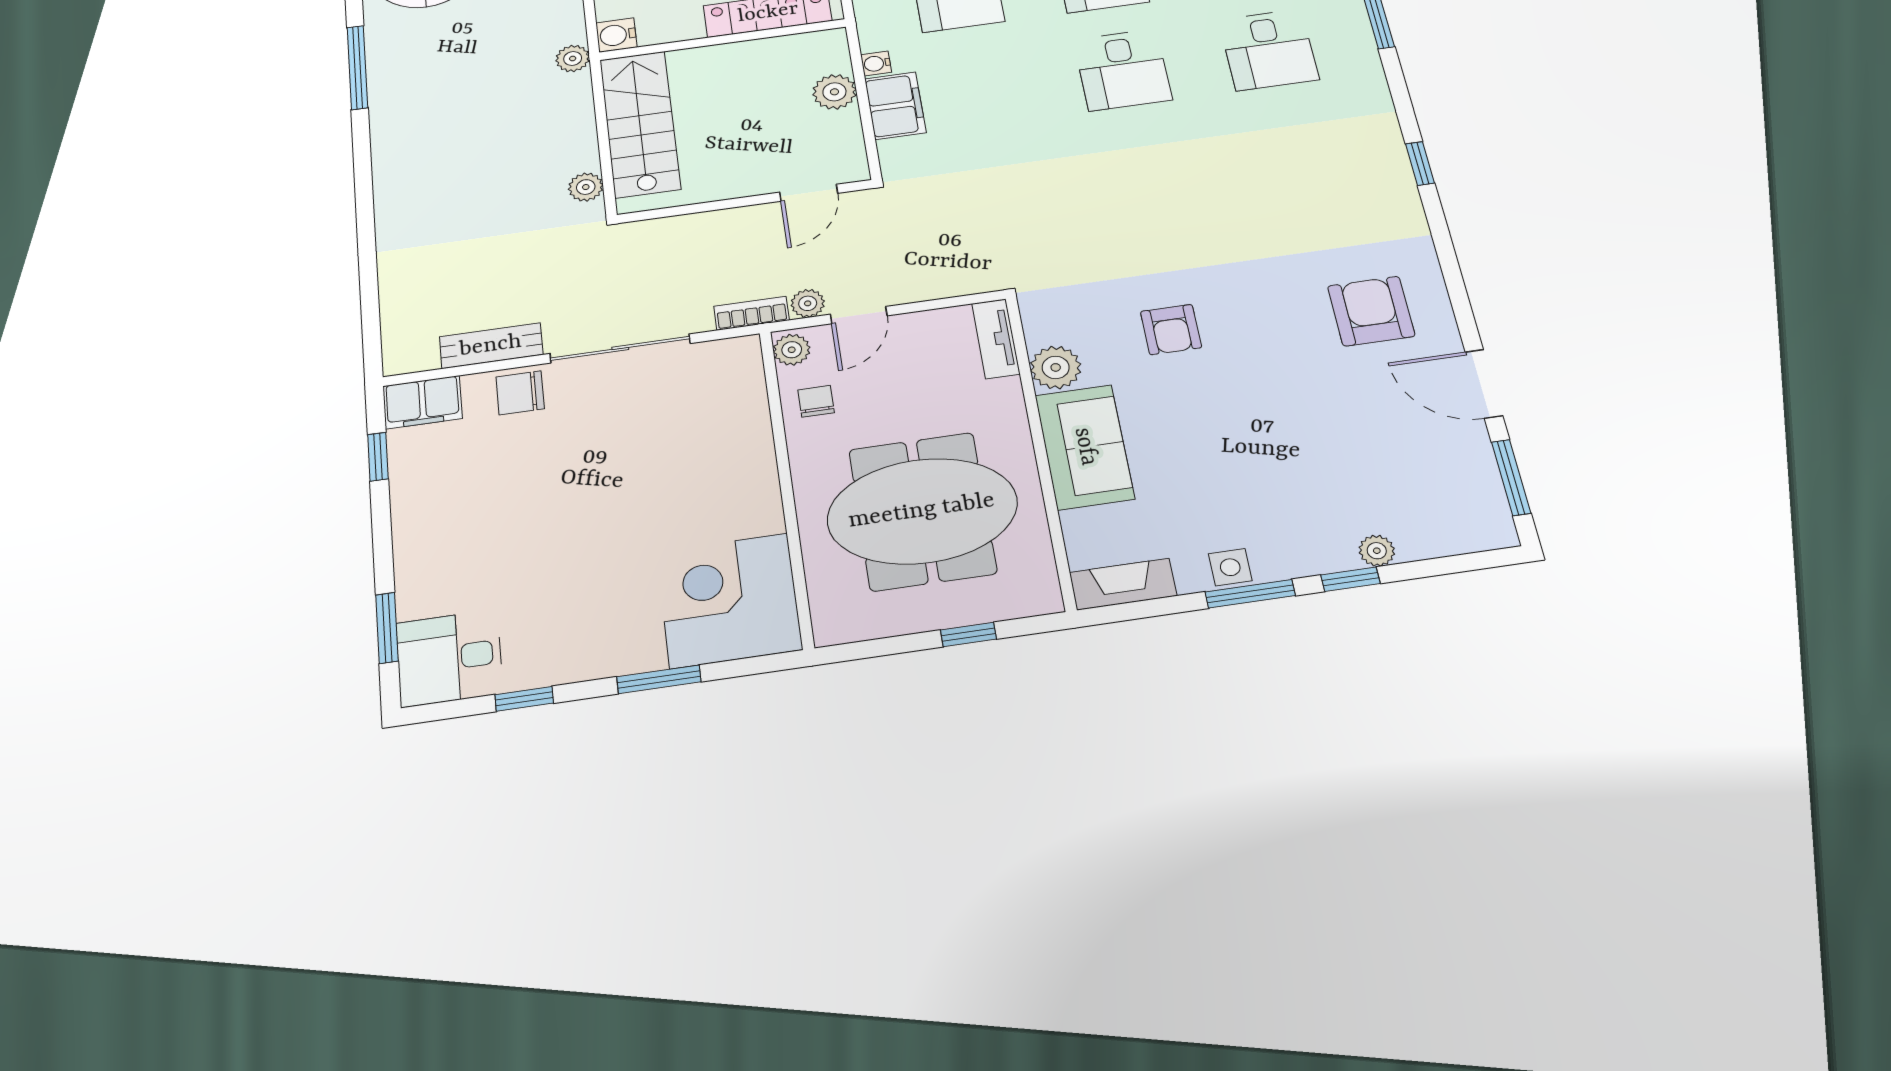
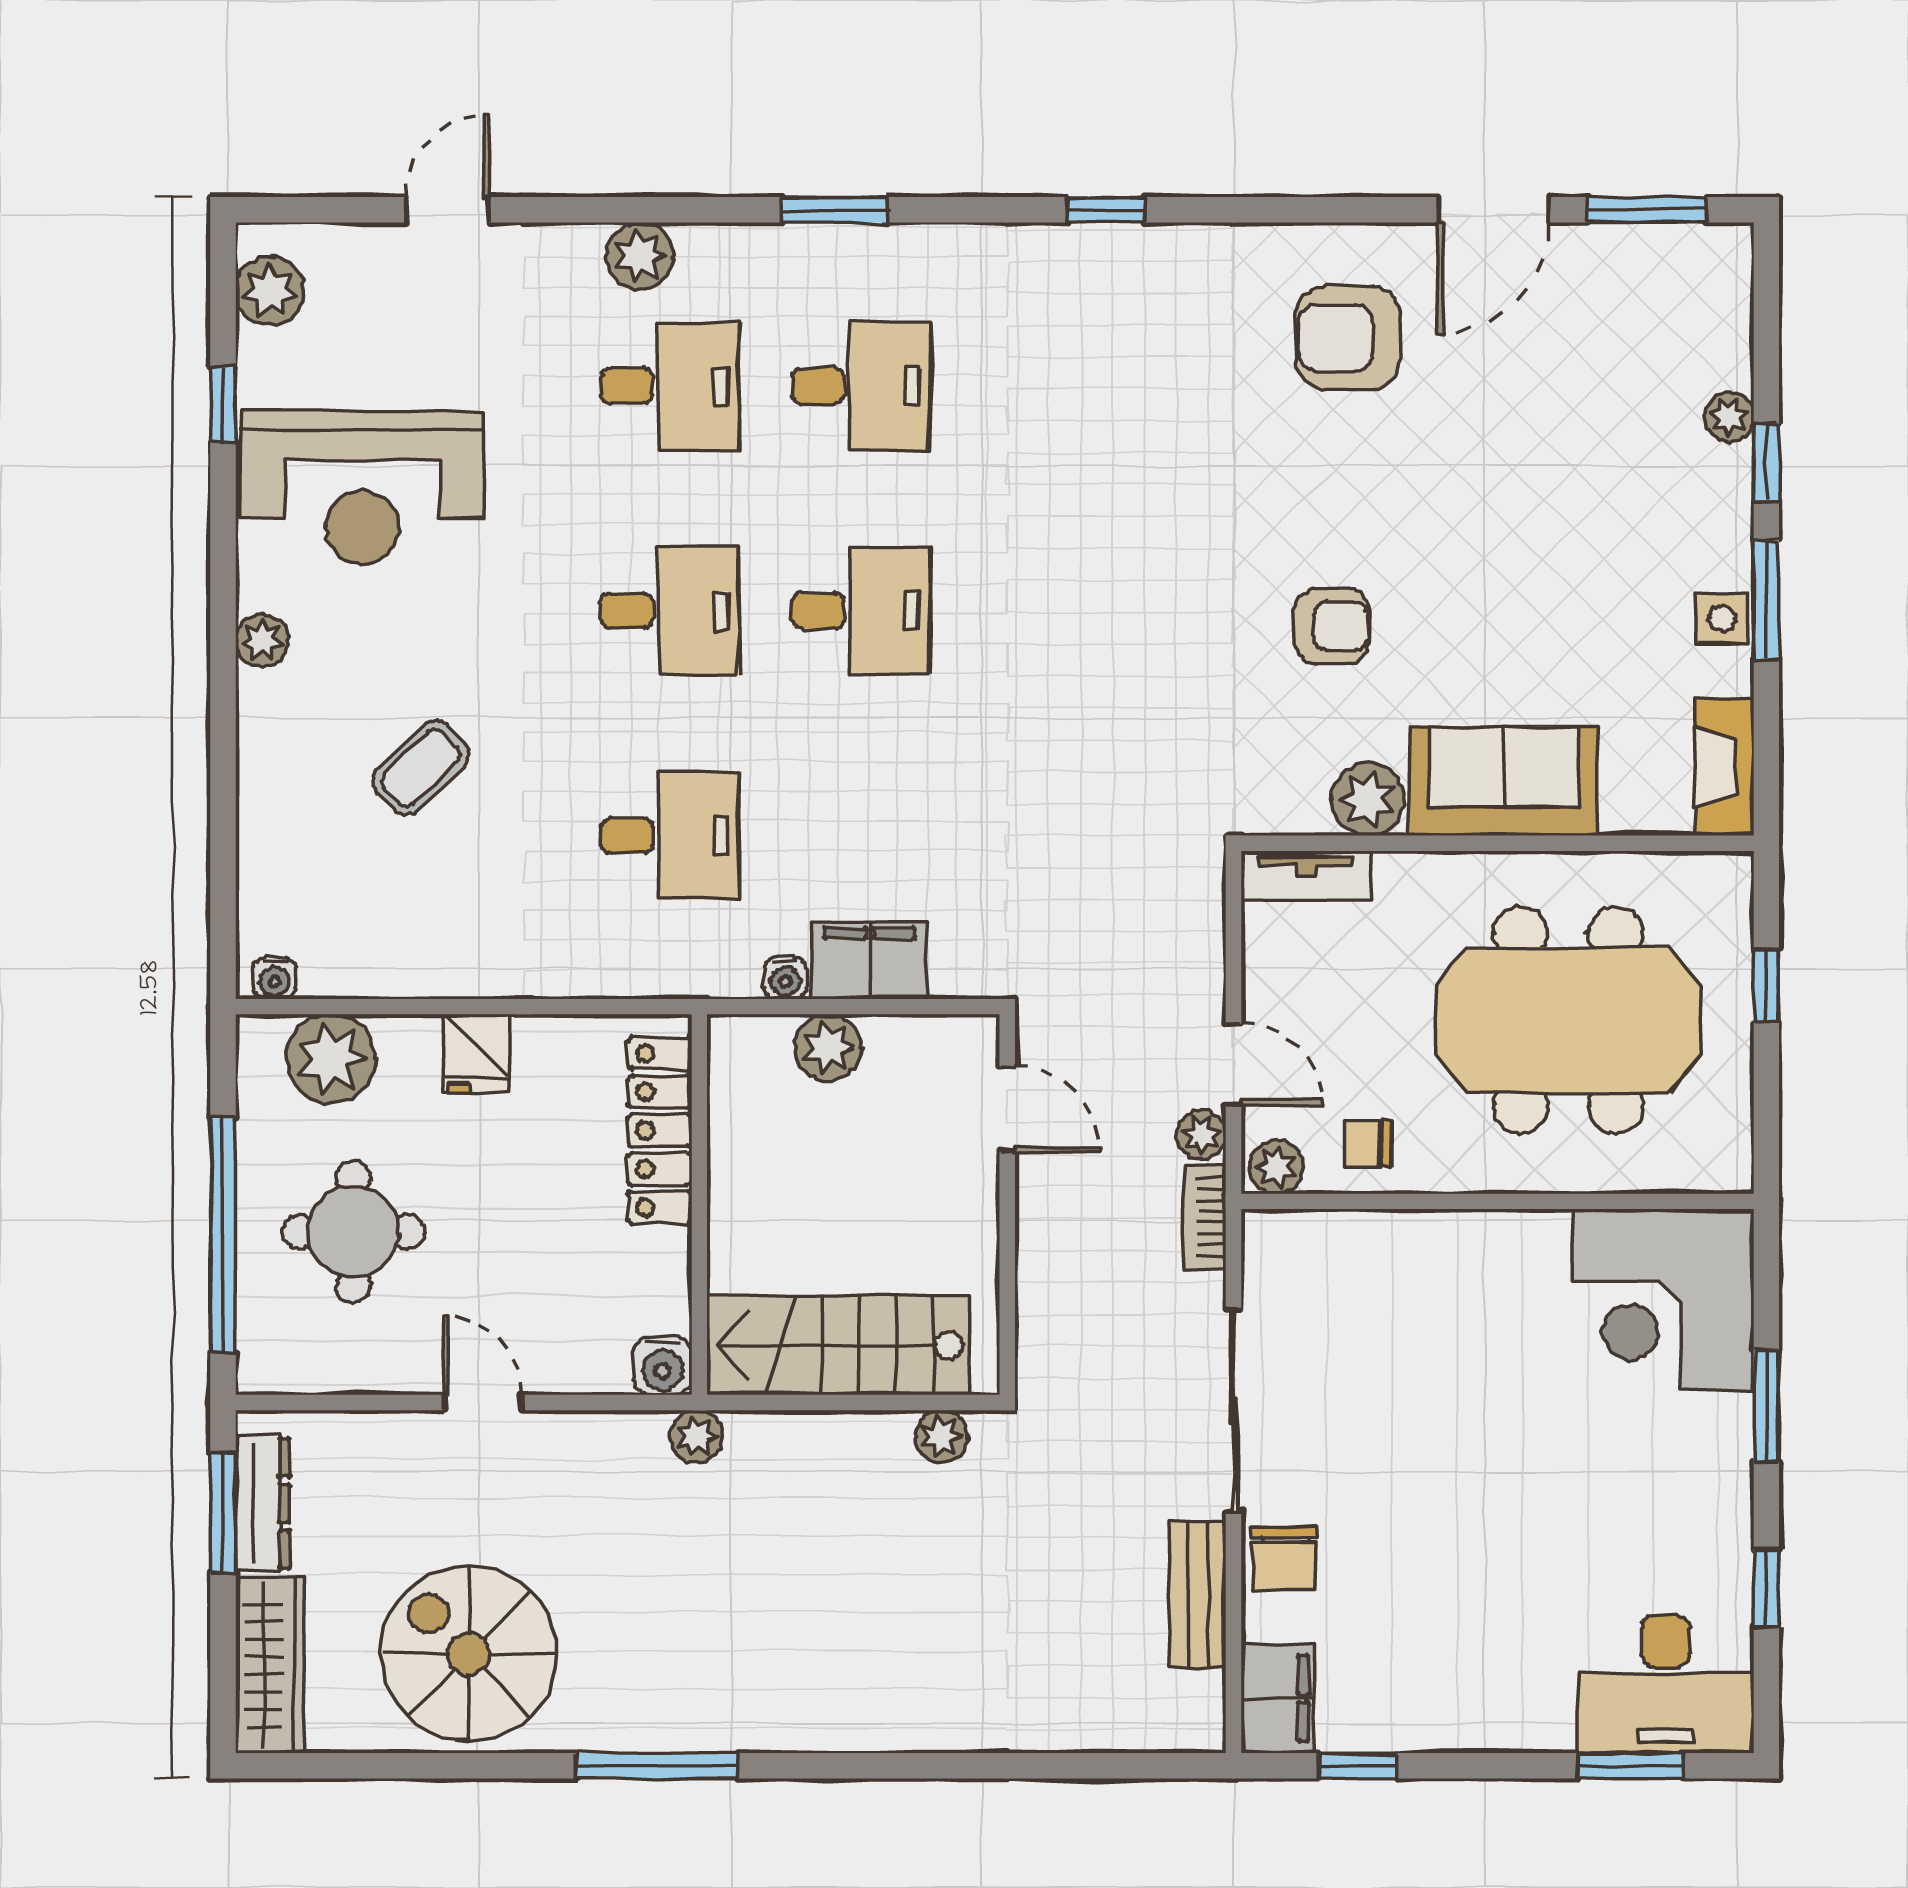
meeting table: (922, 511) -> (1568, 1020), turned 90
desk: (449, 658) -> (1666, 1684), width x1.37

